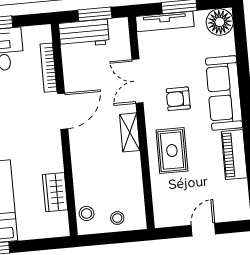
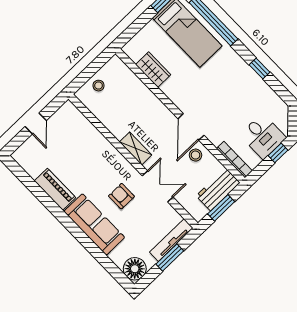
bookcase: (48, 68) -> (234, 160), moved
armchair: (178, 99) -> (121, 196), turned -90
rug: (172, 151) -> (98, 159), removed
stool: (87, 213) -> (195, 155), moved

